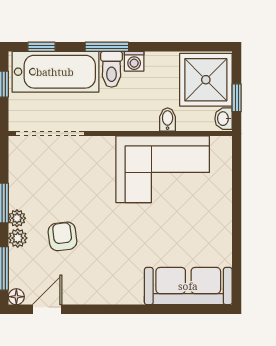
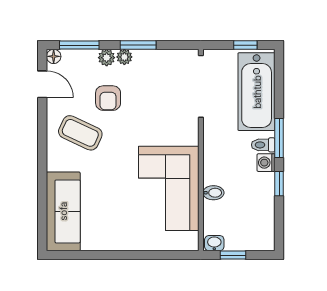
window: (42, 47) -> (279, 184), moved
toilet: (112, 69) -> (263, 145), width x0.73, depth x0.72
shower: (206, 80) -> (249, 227), removed
armchair: (62, 236) -> (108, 98), turned 97
coffee table: (101, 267) -> (80, 133), added

